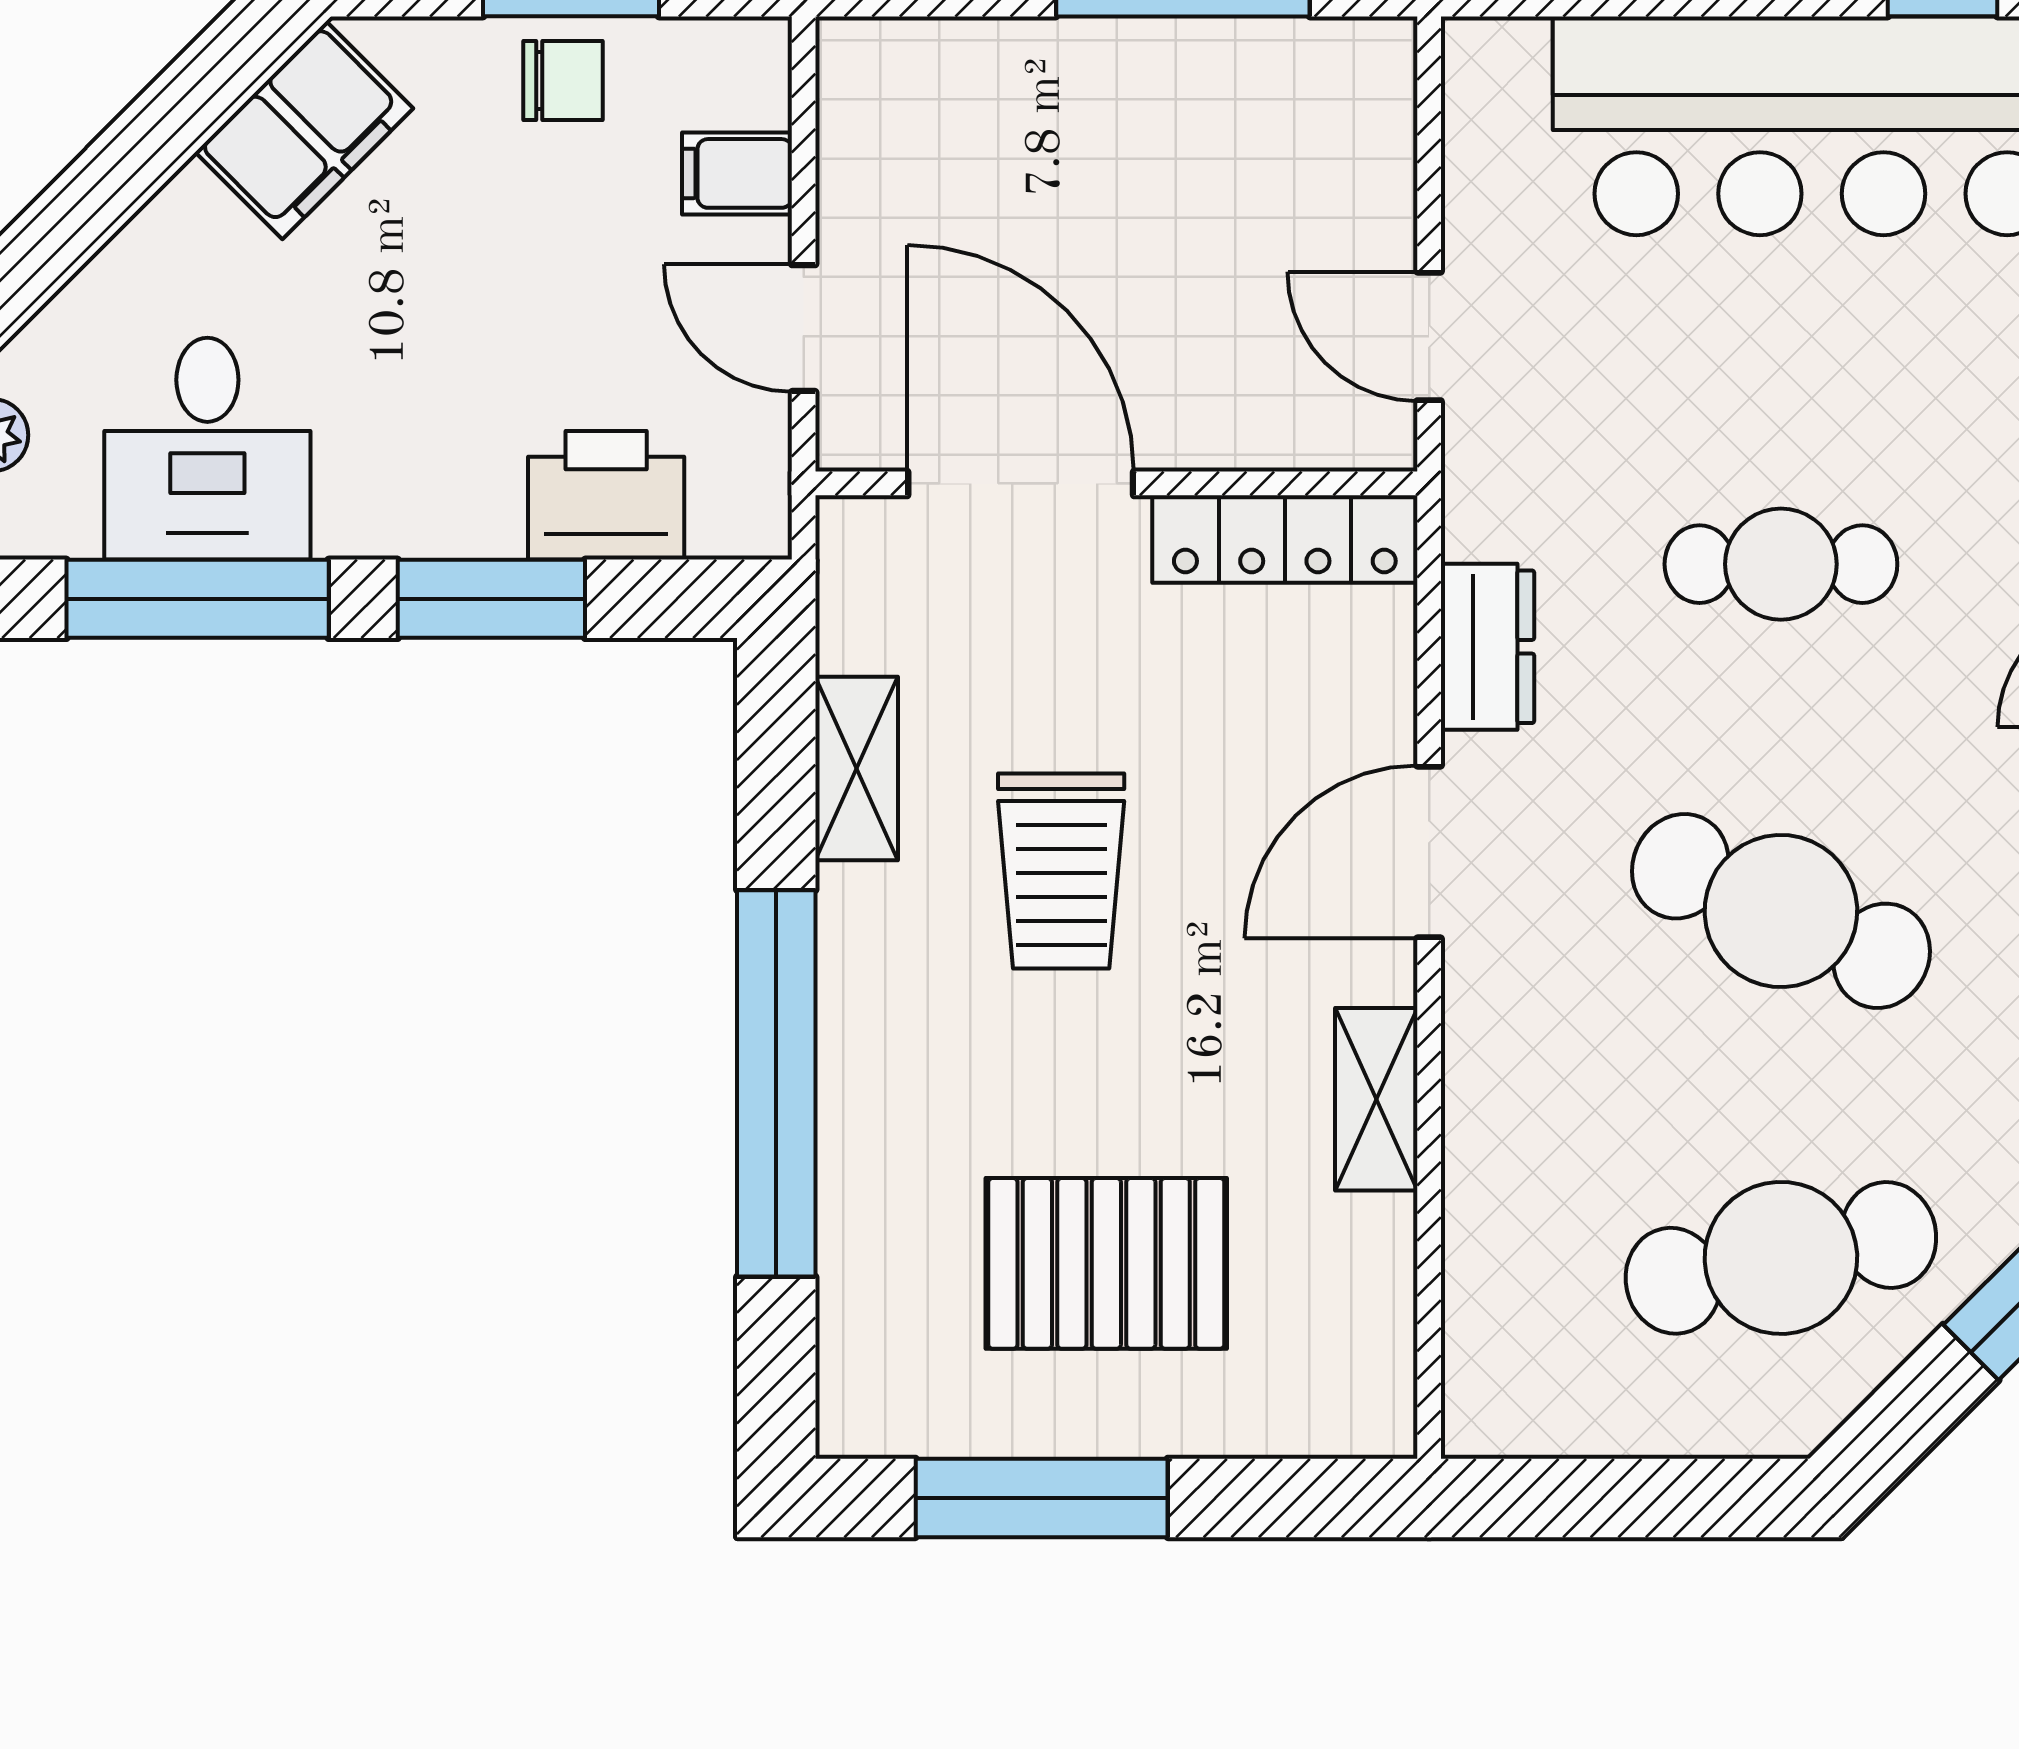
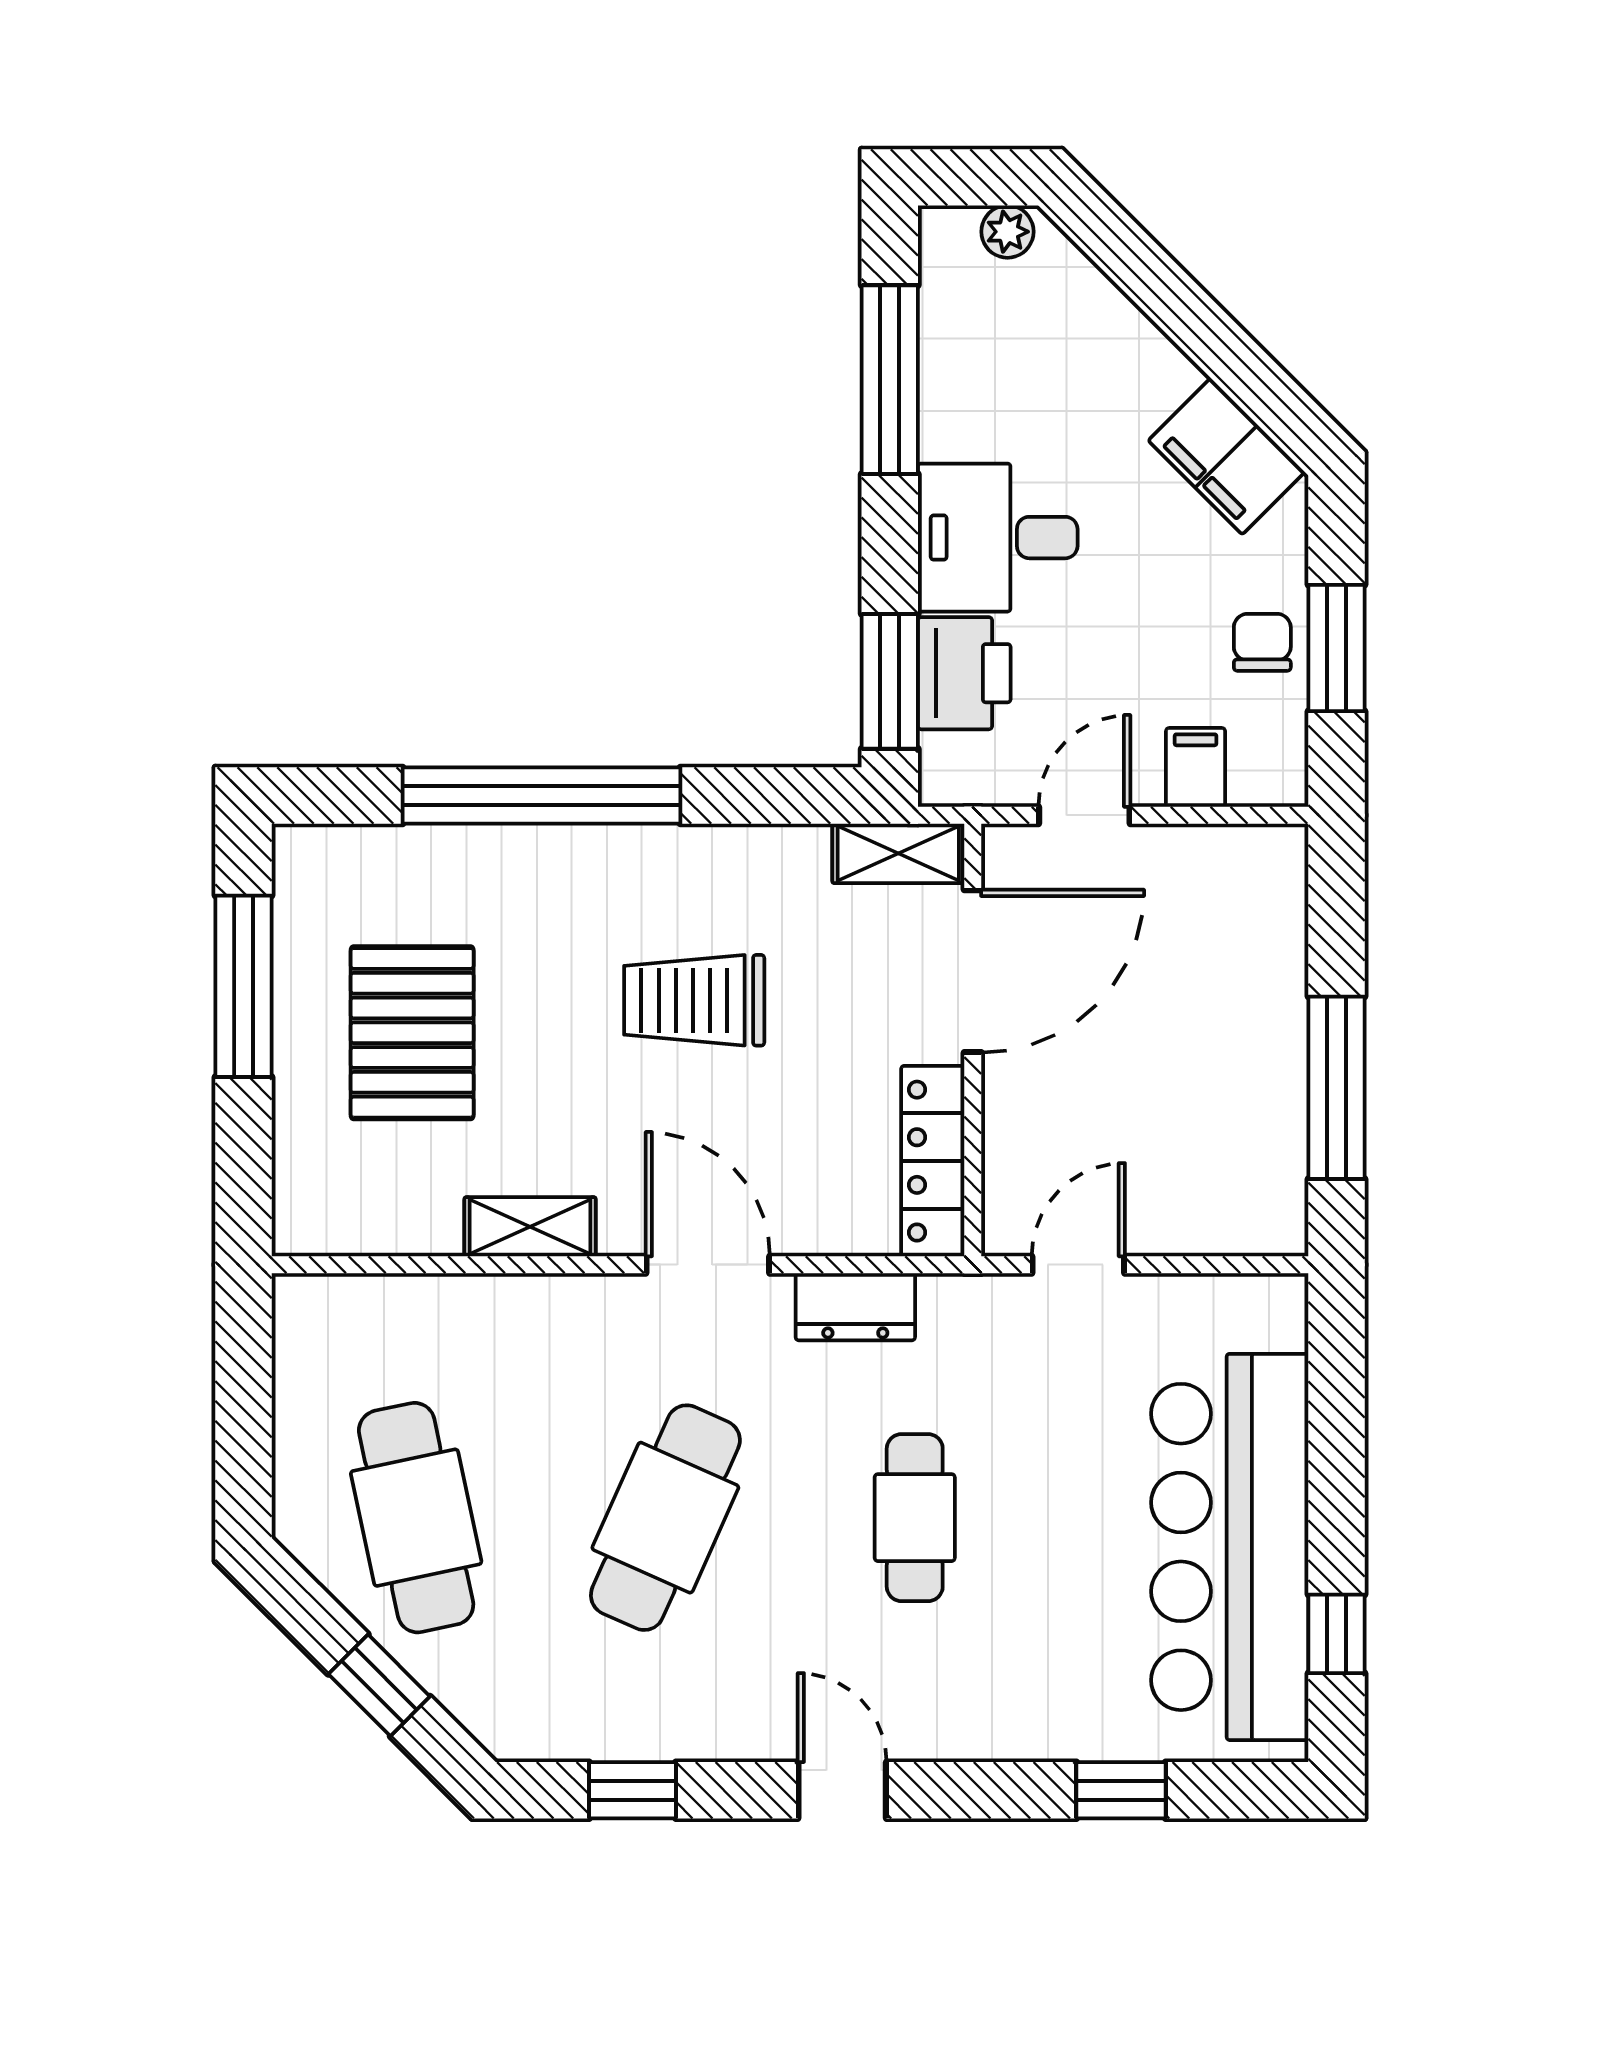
chair: (563, 81) -> (1262, 642), turned 180
desk: (207, 449) -> (998, 538), moved
window: (491, 599) -> (890, 681), moved
shelving: (857, 768) -> (898, 853), moved

